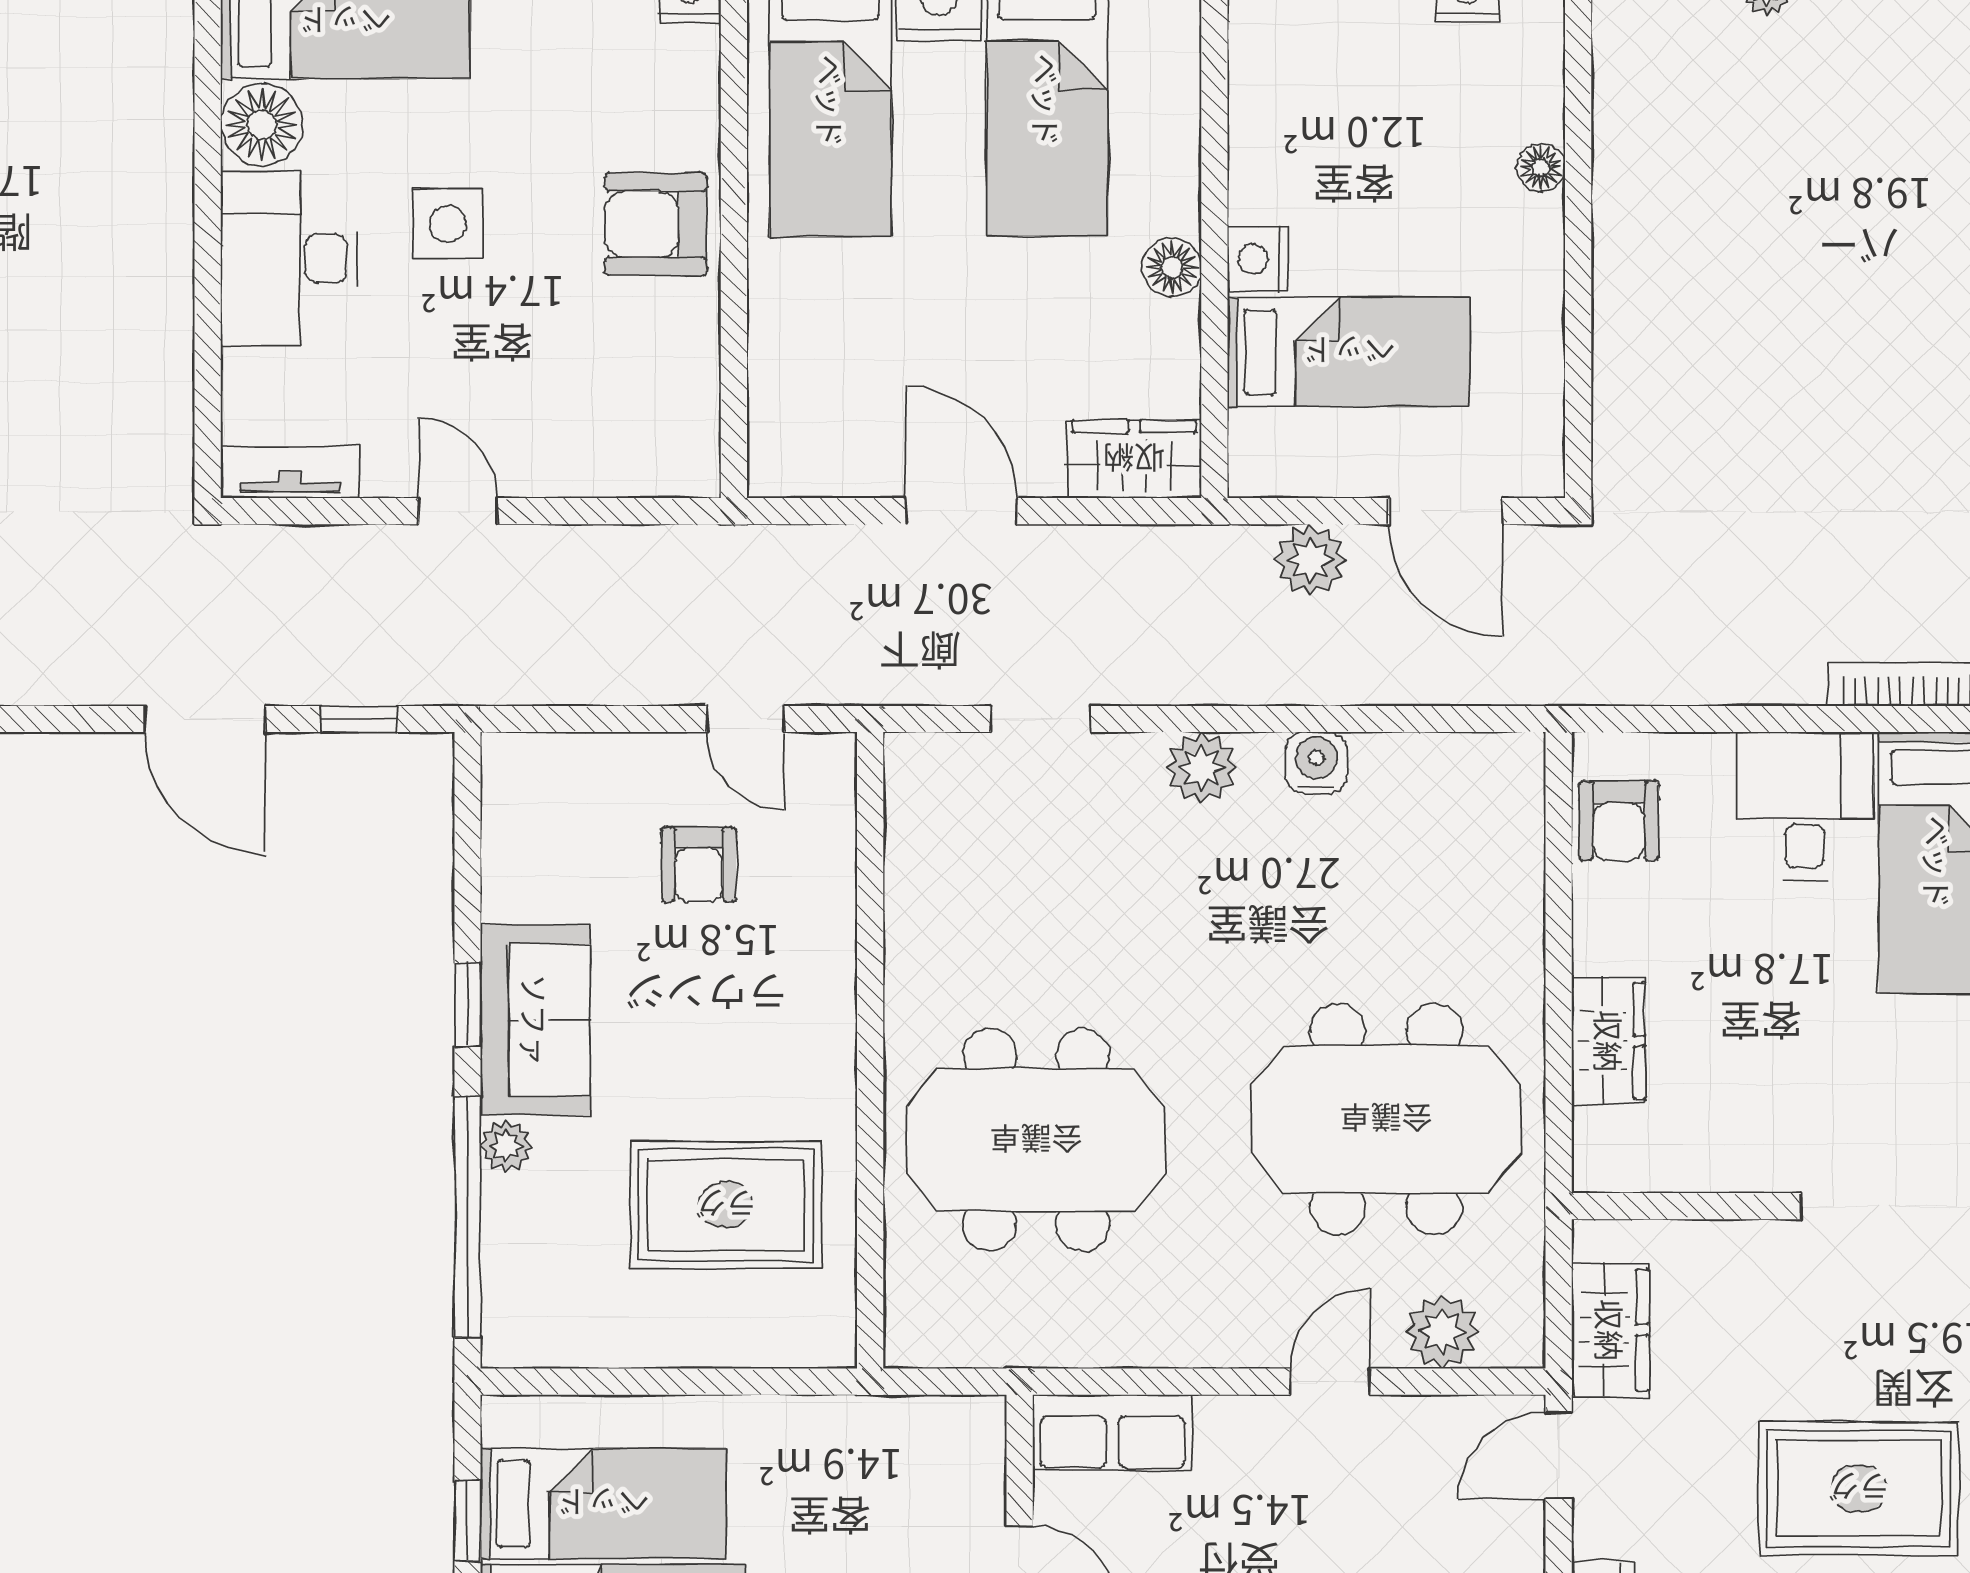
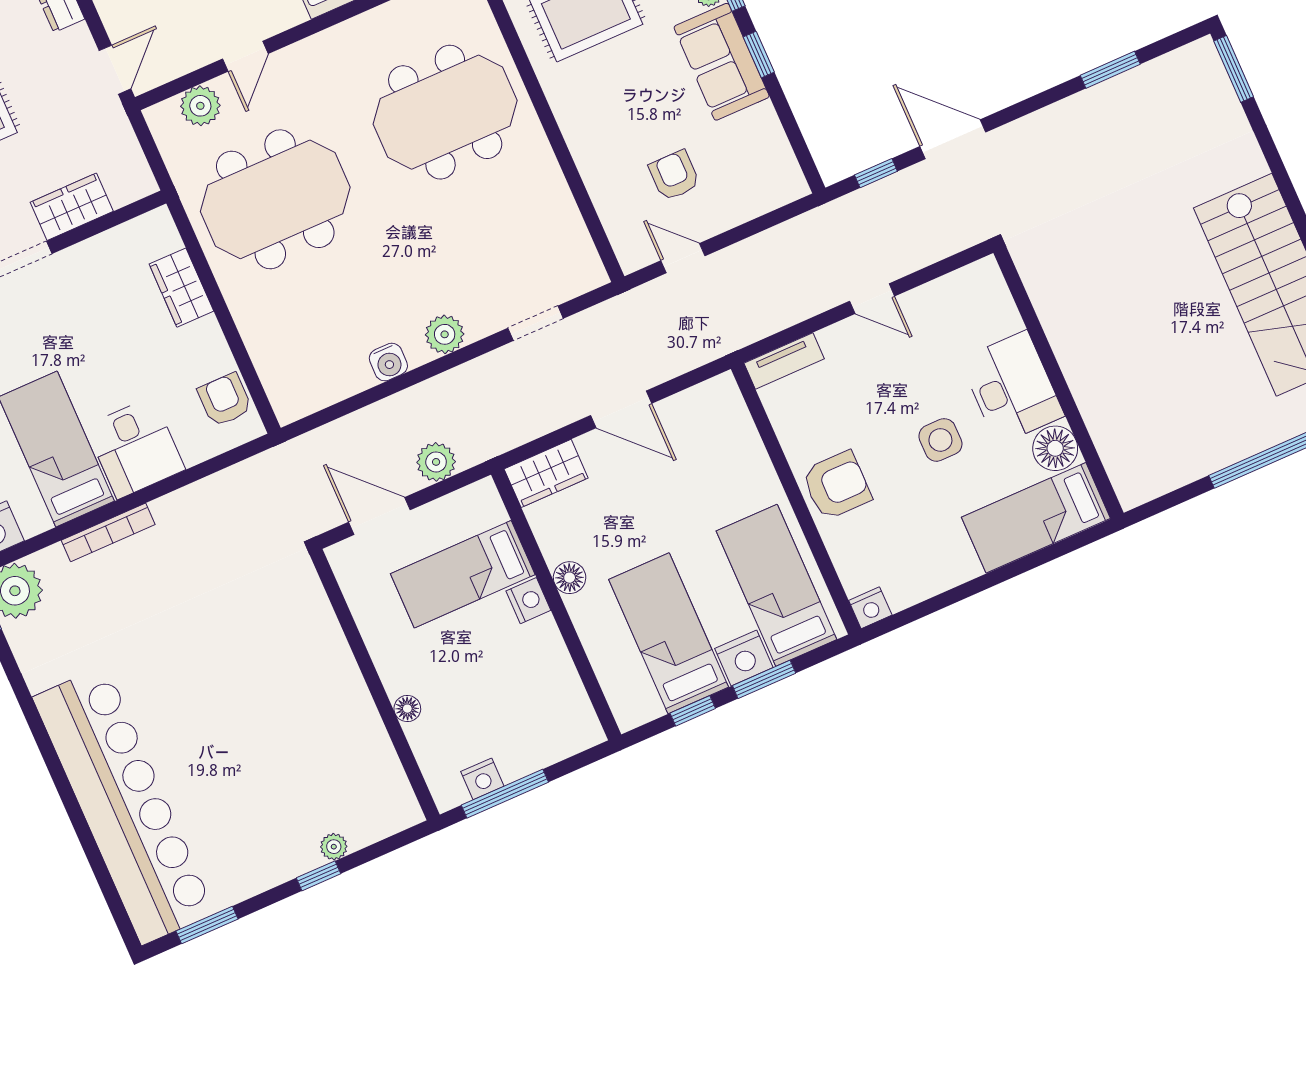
tv unit: (290, 472) -> (784, 361), moved
wardrobe: (1610, 1330) -> (72, 207), moved, turned 90

